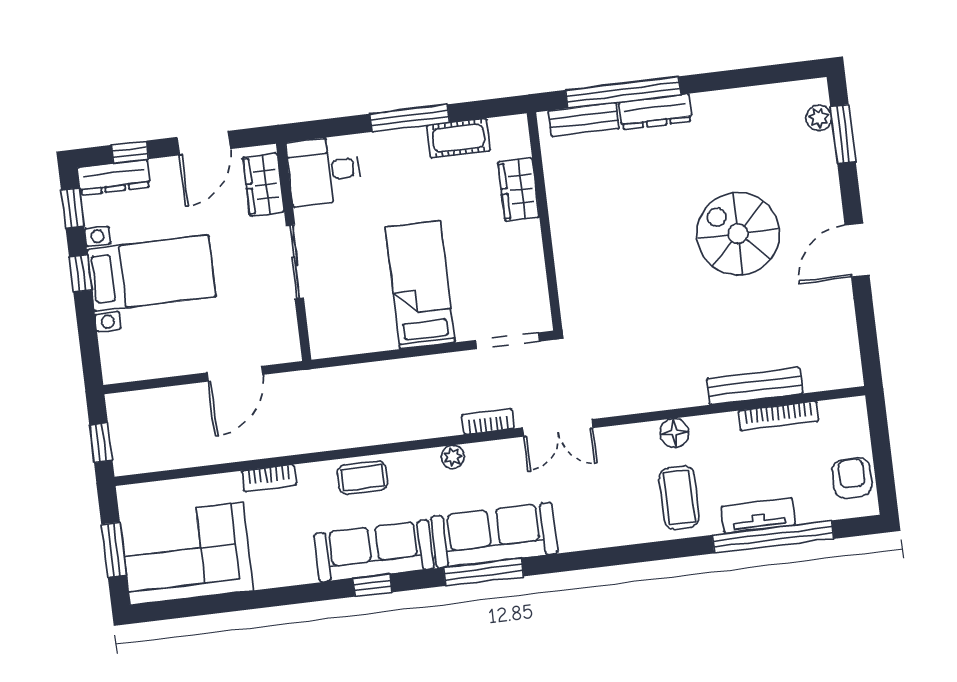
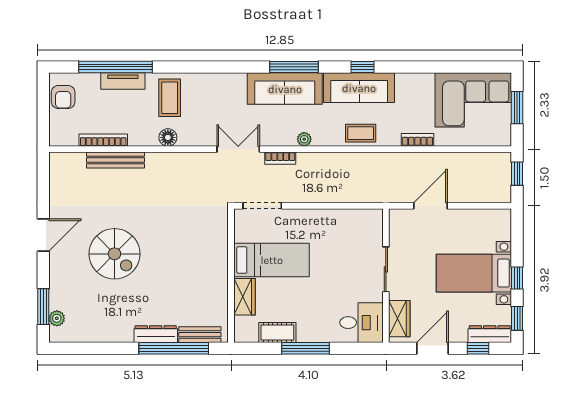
bed: (420, 285) -> (272, 260), moved, turned -90

